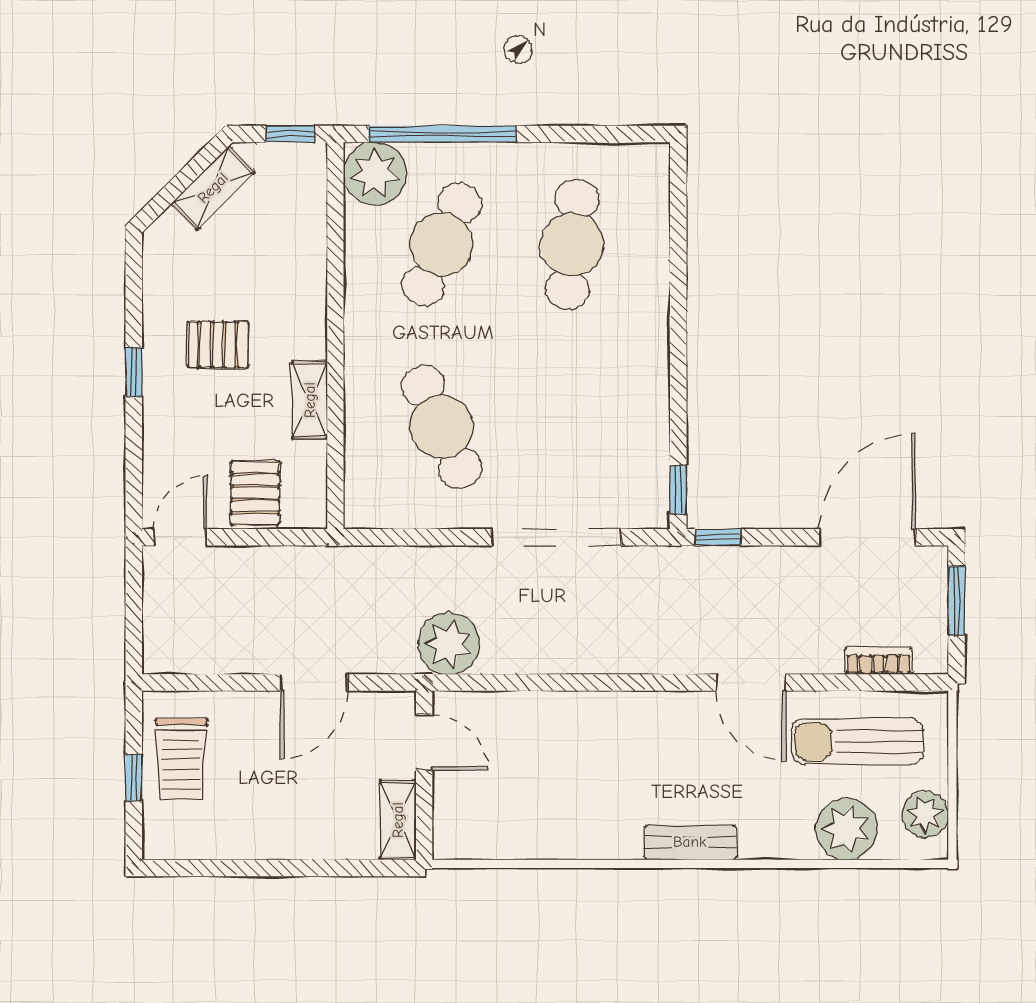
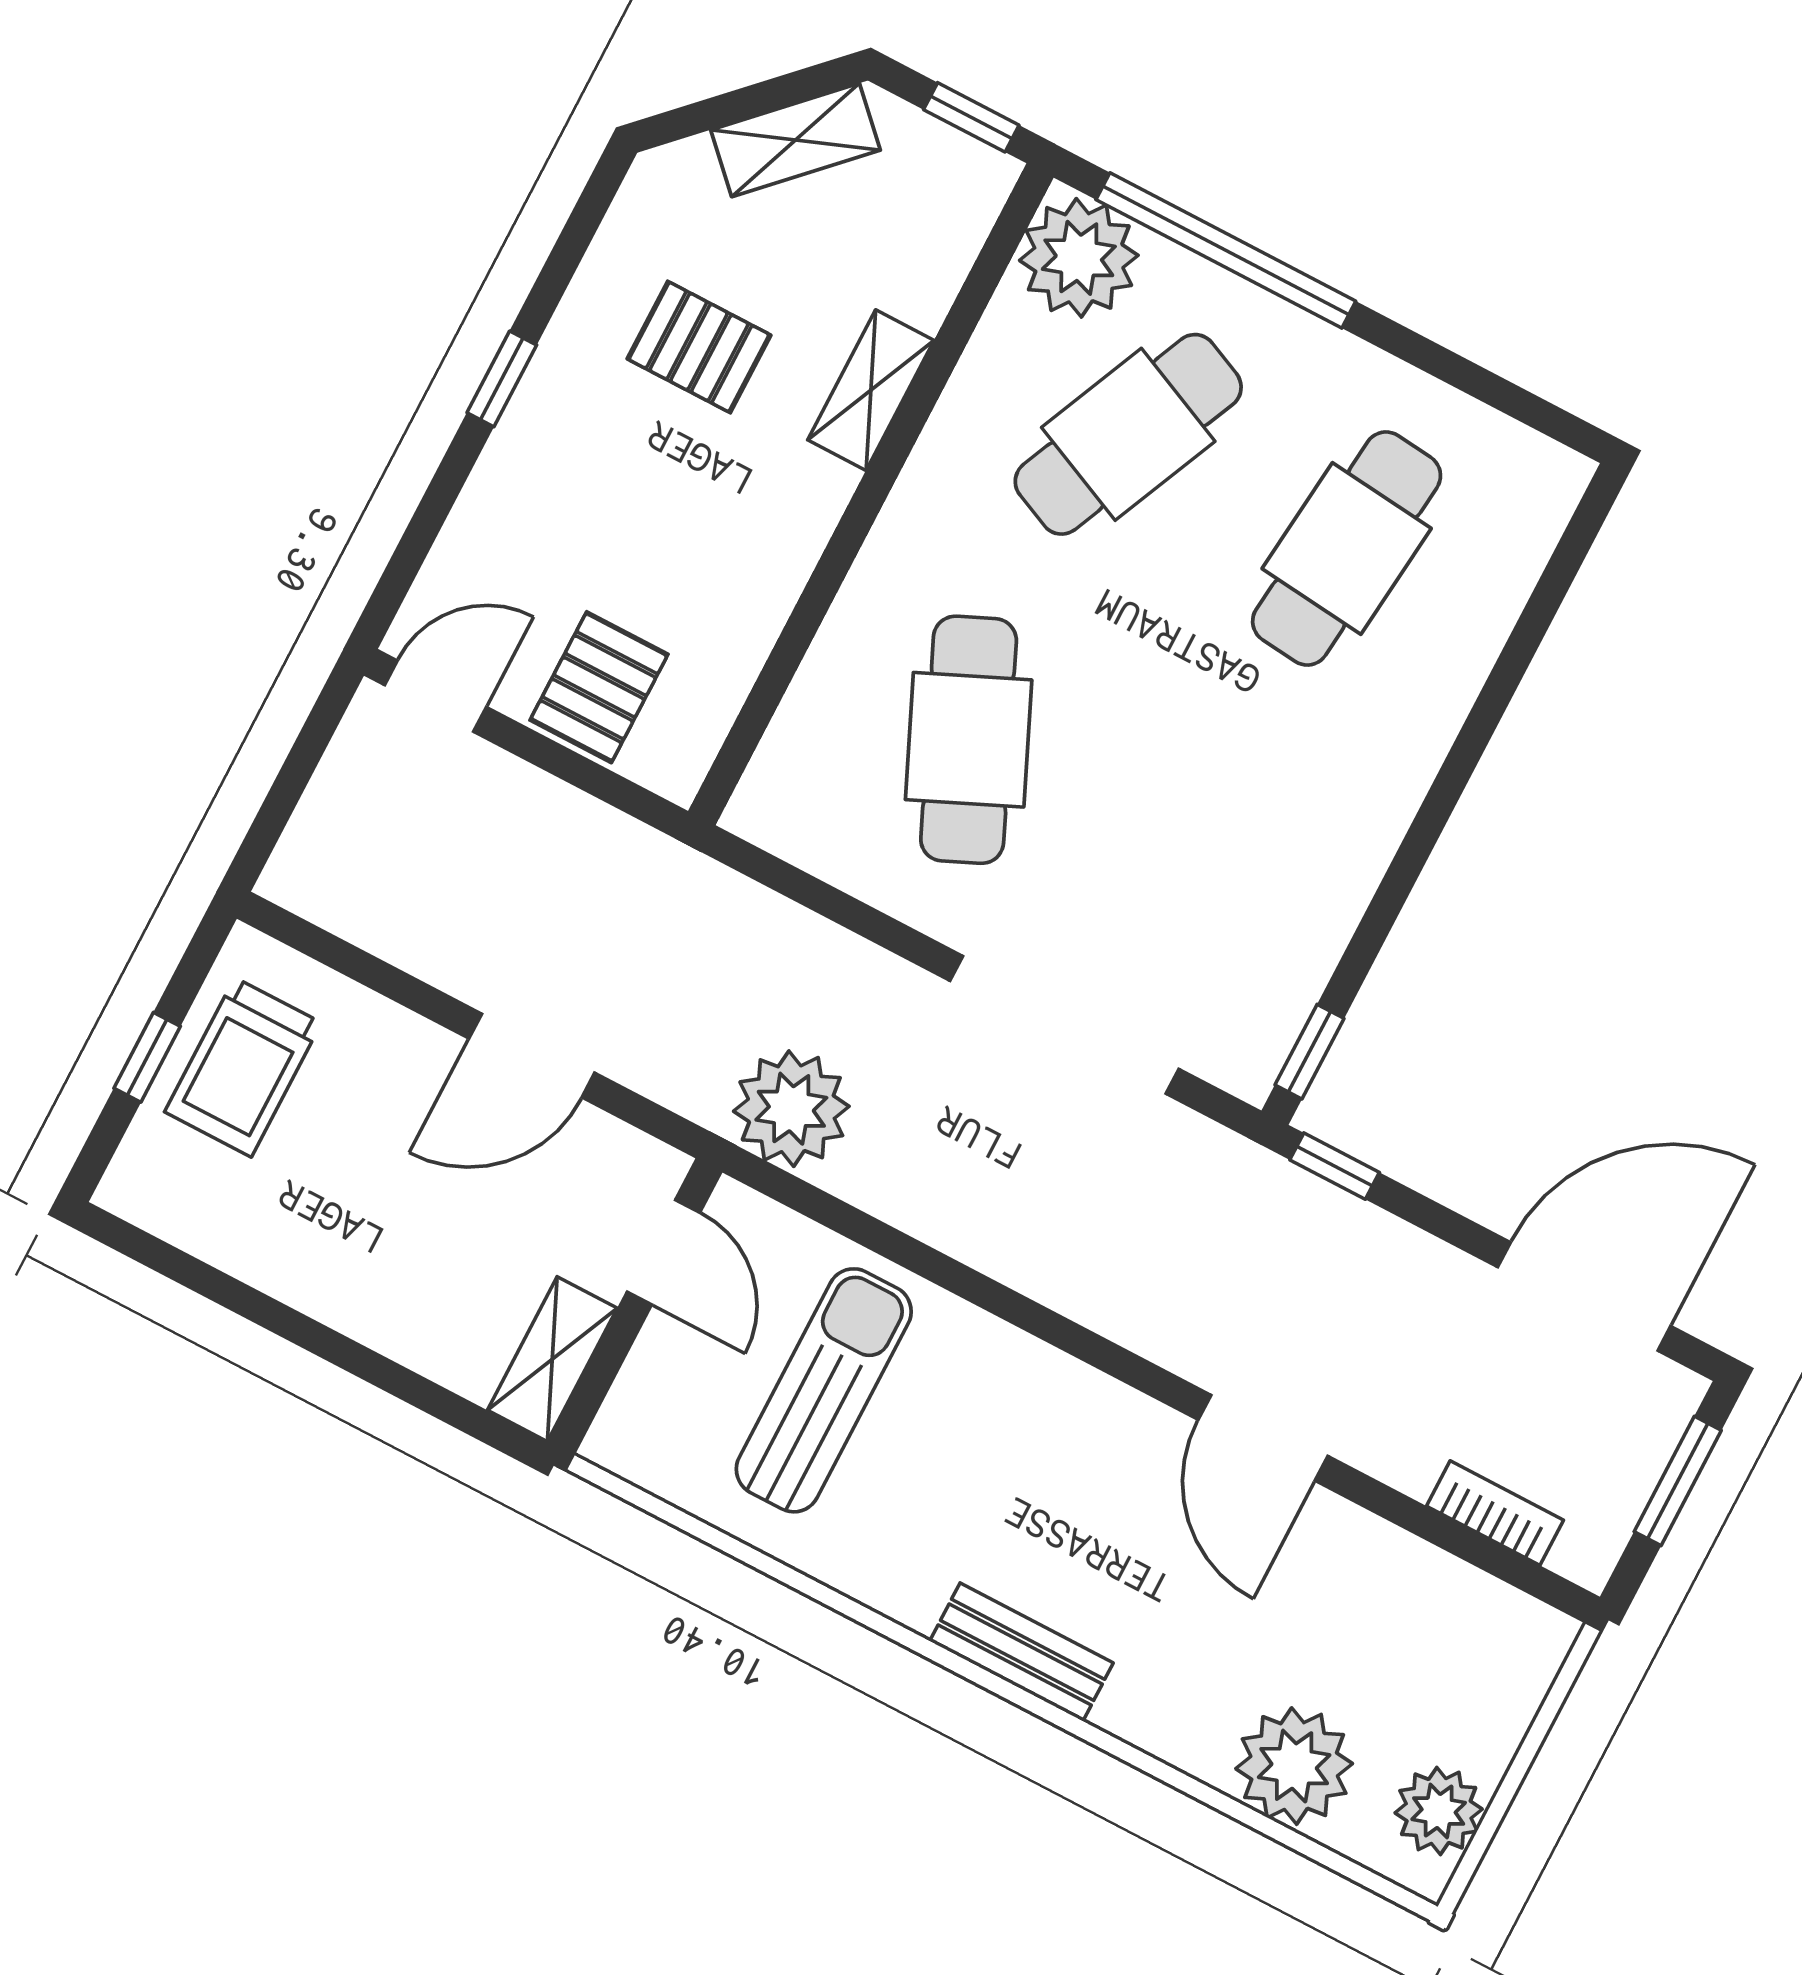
pallet: (218, 345) -> (699, 347), moved
shelving: (310, 400) -> (871, 390), moved
sun lounger: (857, 742) -> (824, 1390), moved, turned 90

